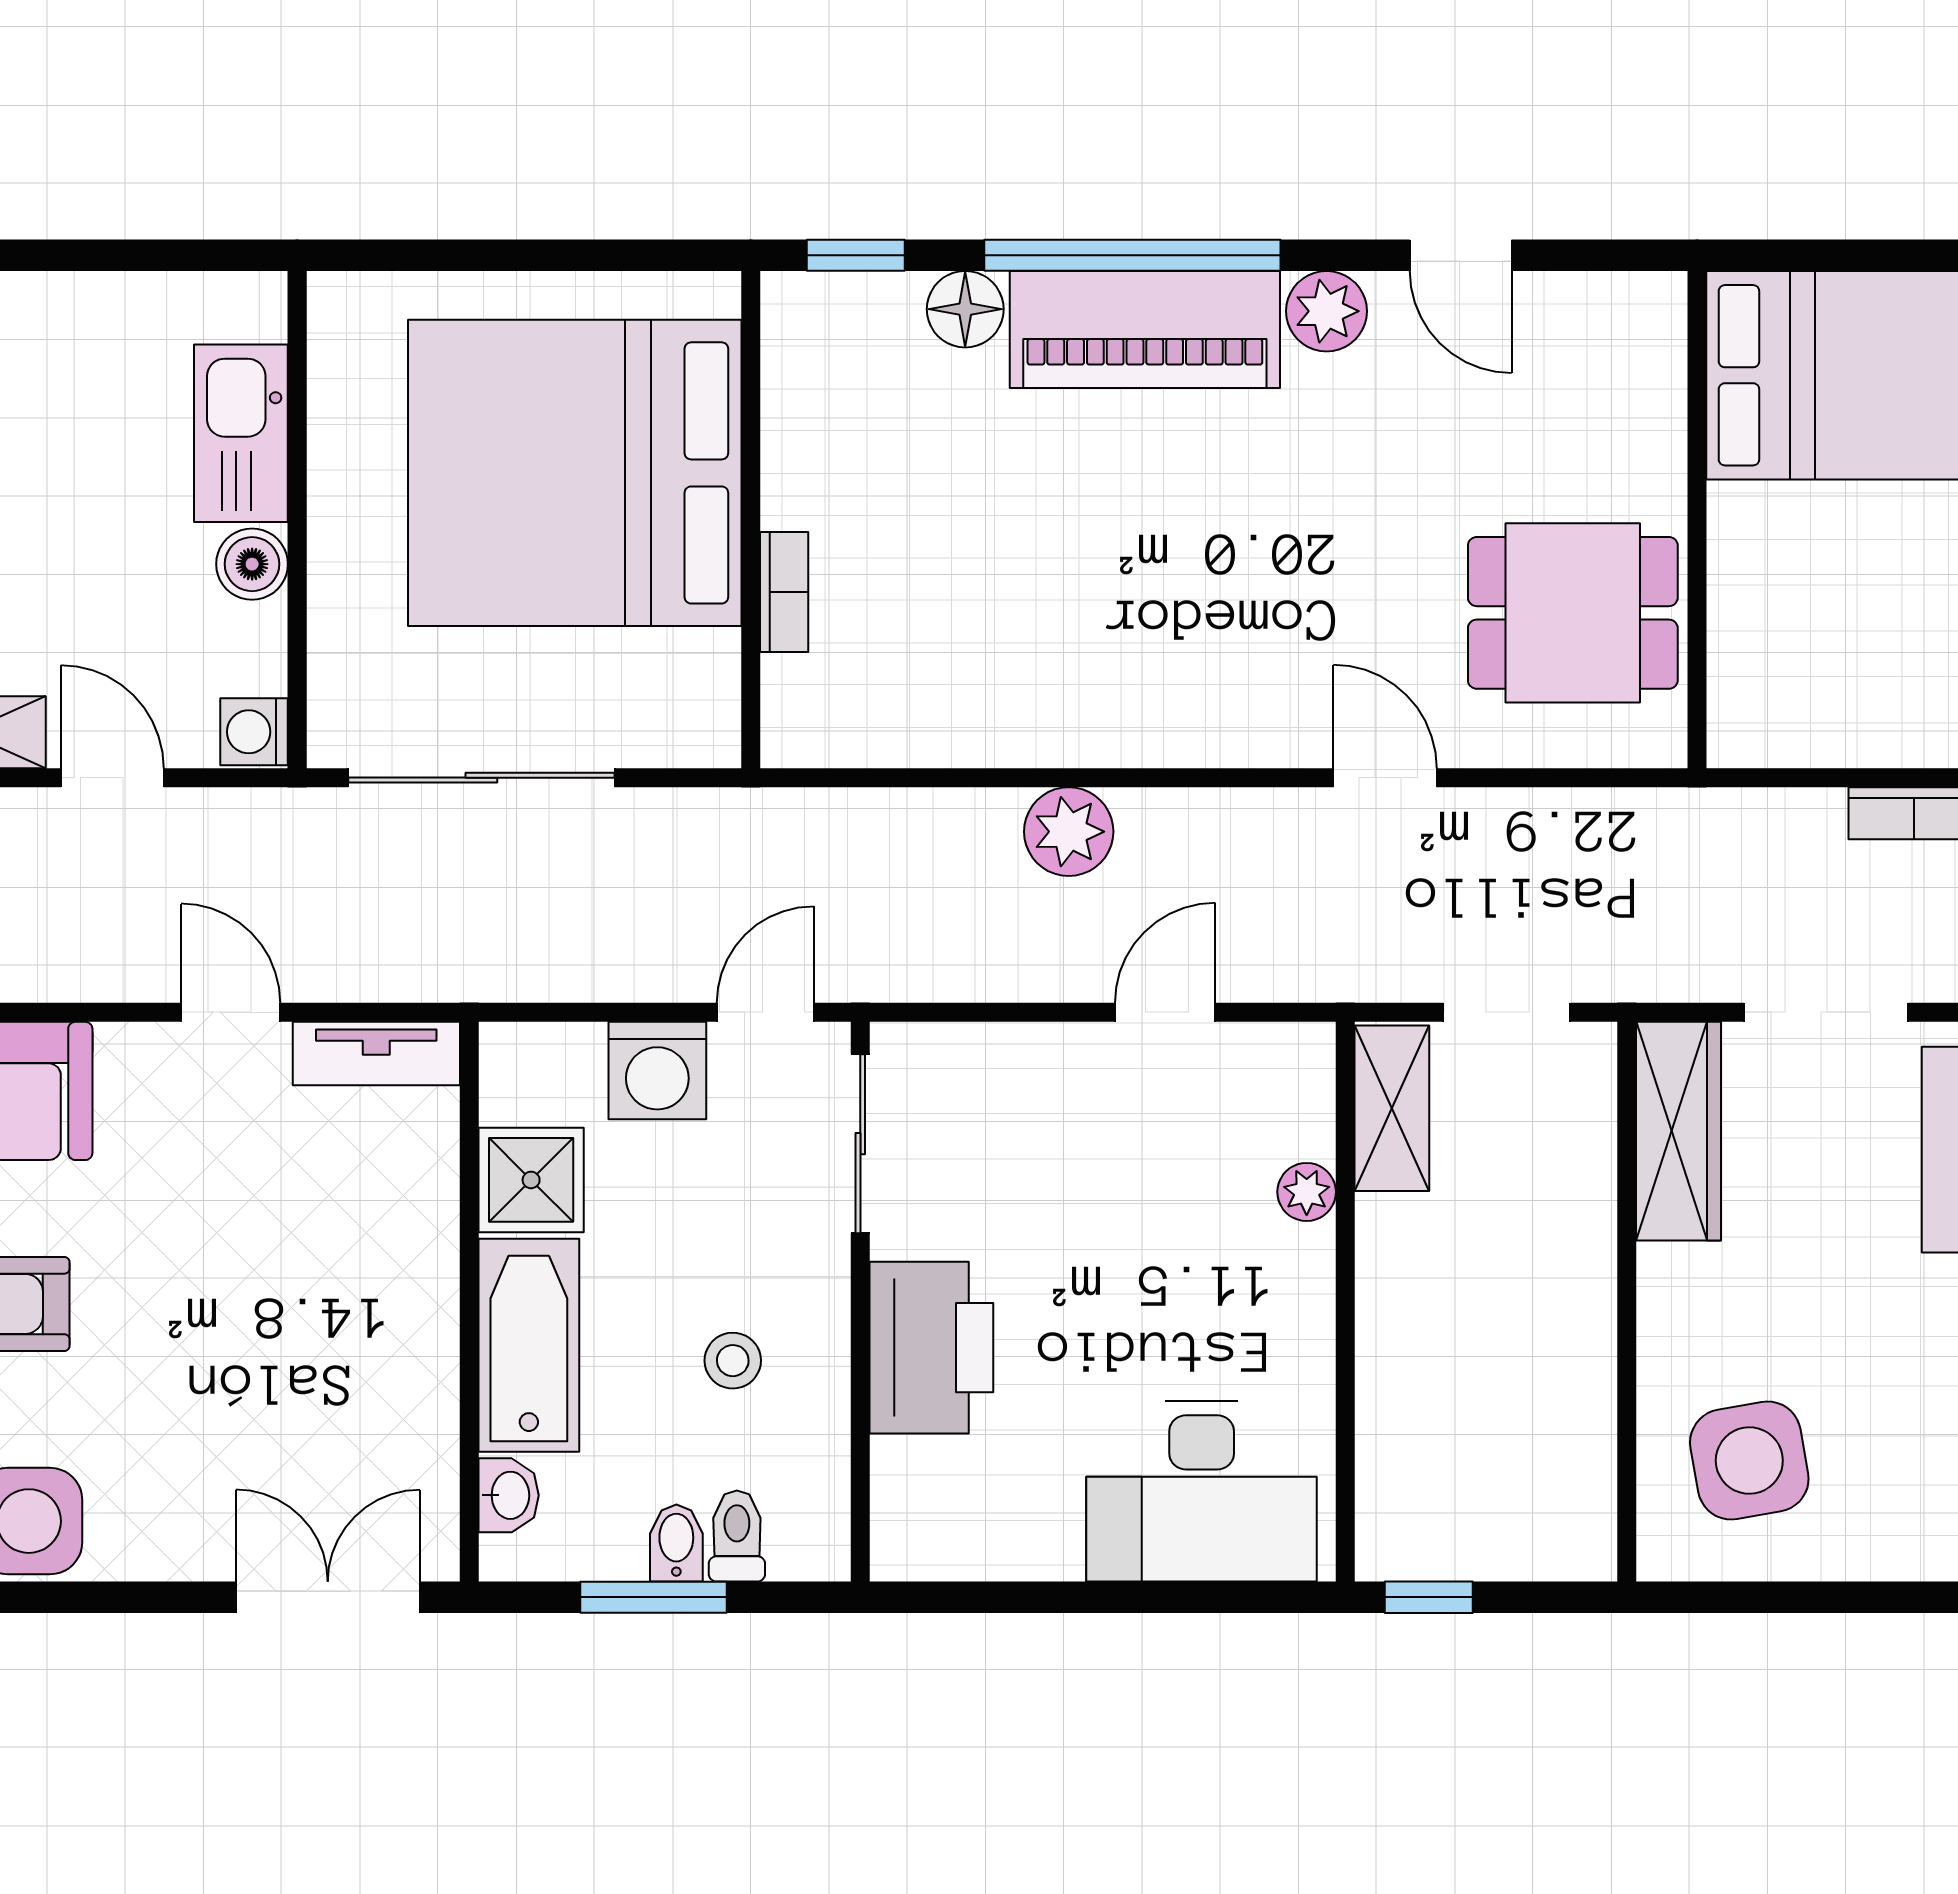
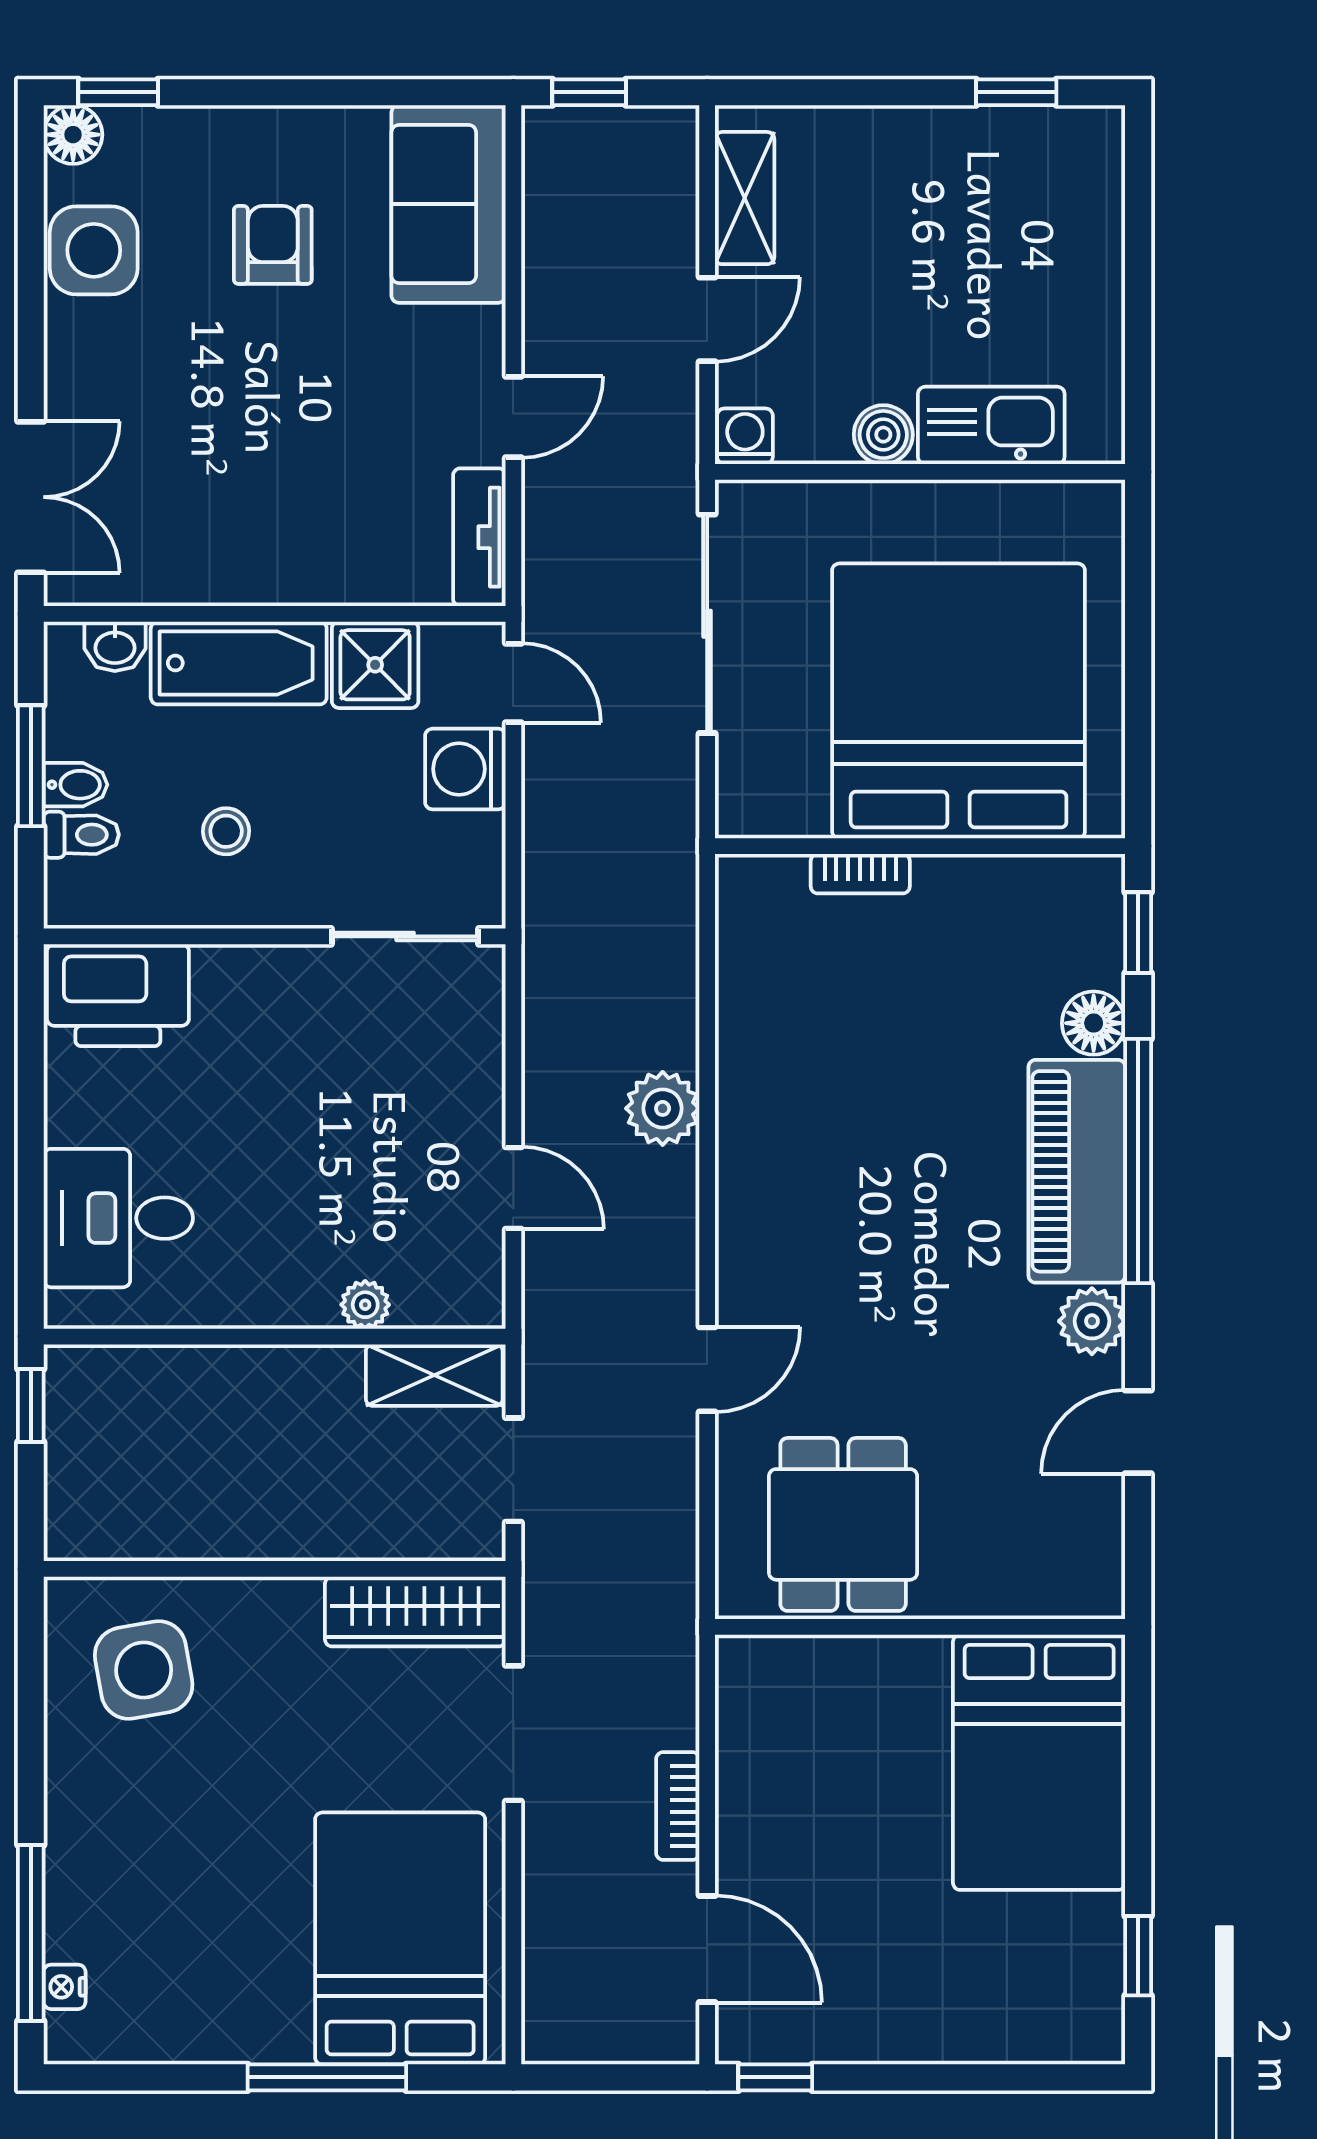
door: (765, 1012) -> (513, 683), moved
printer: (931, 1348) -> (118, 995), moved
desk: (1202, 1491) -> (118, 1218), width x0.73

